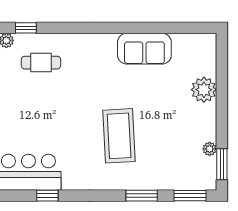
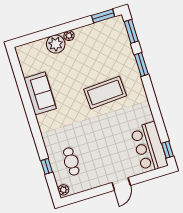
window: (26, 28) -> (47, 166), moved
plant: (210, 149) -> (69, 36), moved
window: (47, 196) -> (167, 150), moved

